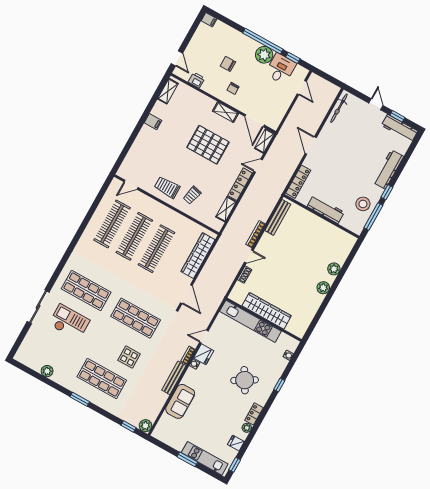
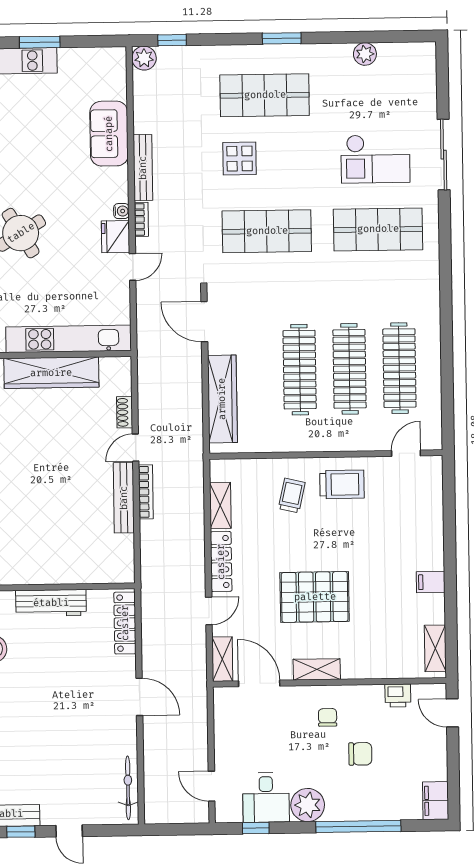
filing cabinet: (209, 20) -> (436, 801), width x2.00
window: (263, 41) -> (358, 826), moved
bench: (278, 217) -> (124, 498), moved

